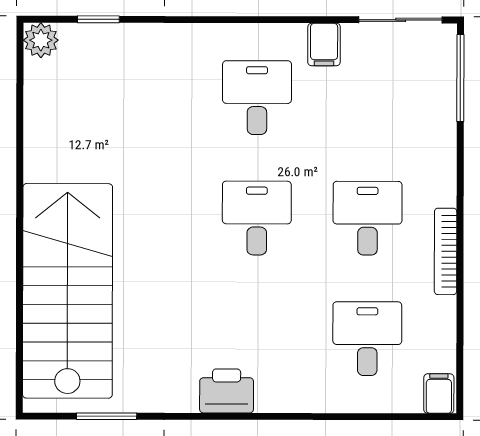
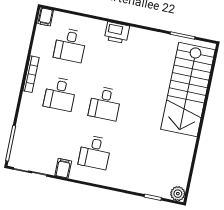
printer: (227, 391) -> (117, 33), moved

